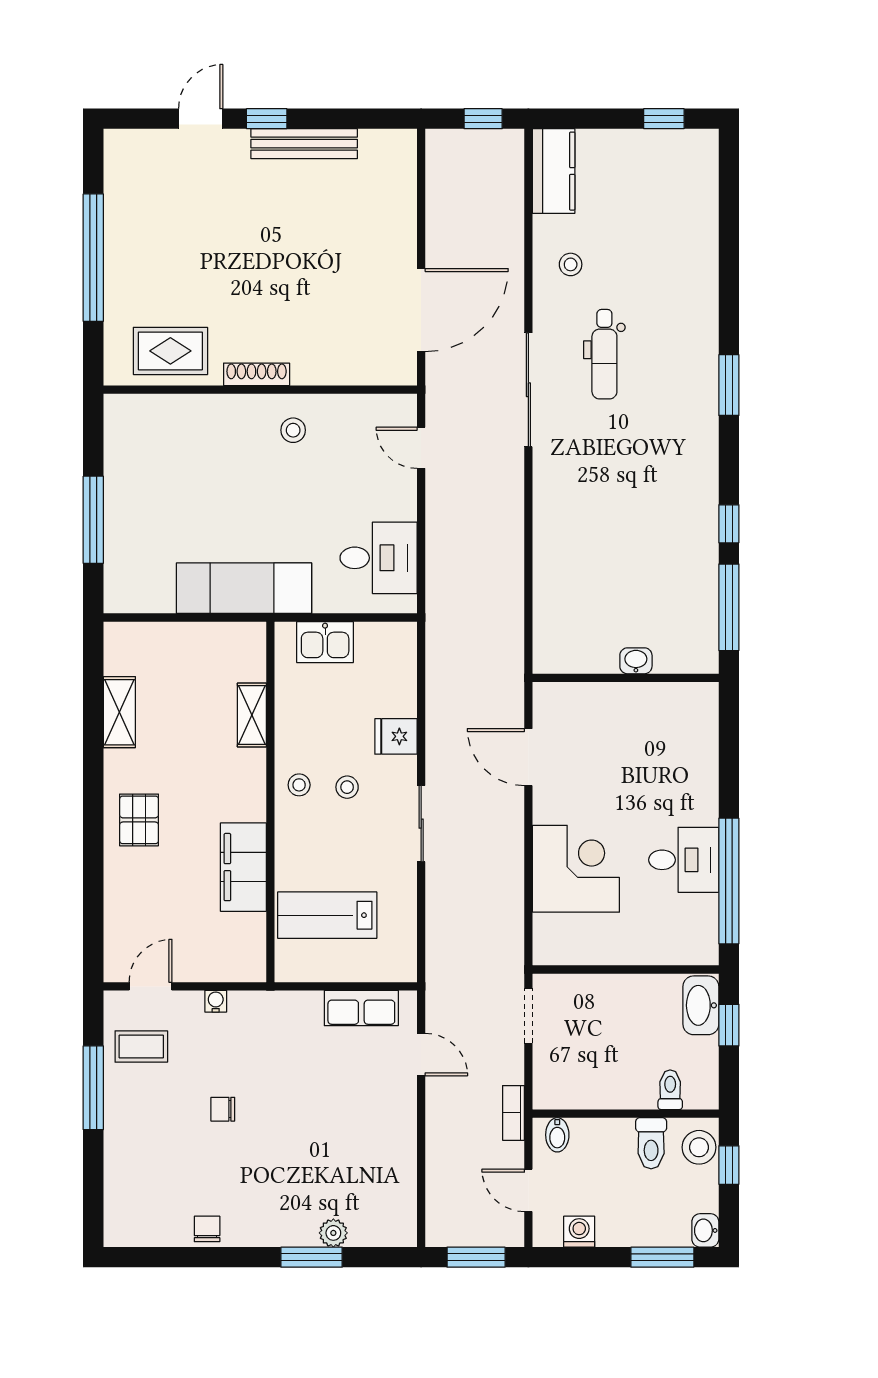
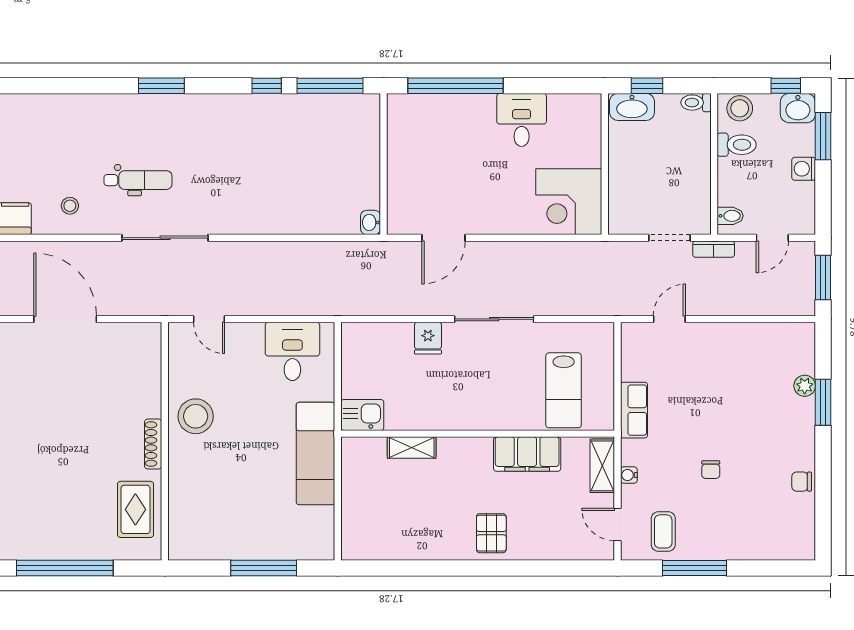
door: (421, 310) -> (65, 319), moved
stool: (293, 430) -> (196, 416), width x1.89, depth x1.89
door: (421, 448) -> (209, 319), hinge flipped
kitchen sink: (325, 642) -> (362, 415), moved, turned -90
washbasin: (636, 661) -> (371, 222), moved
shelving: (119, 712) -> (602, 466), moved, turned 90
stool: (299, 785) -> (465, 412), removed
stool: (347, 787) -> (466, 375), removed
pallet: (139, 820) -> (491, 533), turned 90
sliding door: (421, 824) -> (494, 319), width x1.37
corner desk: (576, 869) -> (569, 202), moved, turned -90
window: (729, 881) -> (456, 86), moved
row of seats: (361, 1008) -> (634, 410), moved
doorway: (528, 1016) -> (670, 238), moved
toilet: (670, 1090) -> (696, 103), moved
window: (729, 1165) -> (786, 86), moved
washbasin: (705, 1230) -> (798, 108), width x1.38, depth x1.45
washing machine: (579, 1232) -> (804, 169), moved

